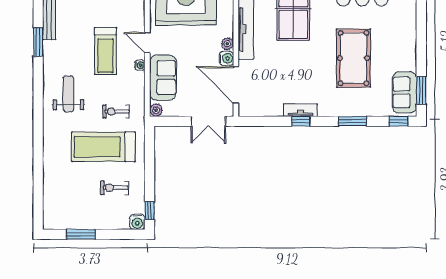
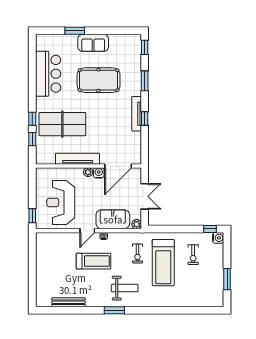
window: (38, 42) -> (114, 310), moved
window: (421, 90) -> (75, 31), moved
sofa: (405, 92) -> (93, 43), moved
weight bench: (68, 94) -> (125, 288), turned 180
tv unit: (301, 110) -> (137, 114), width x1.41
double door: (208, 121) -> (145, 196), moved

